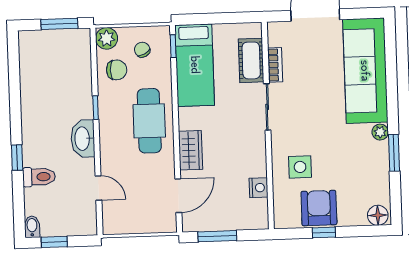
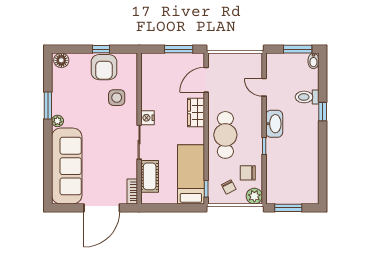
bookcase: (275, 65) -> (132, 191), moved
nightstand: (258, 188) -> (147, 118), moved
window: (54, 242) -> (298, 49), width x1.50

